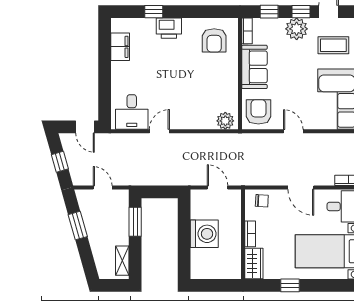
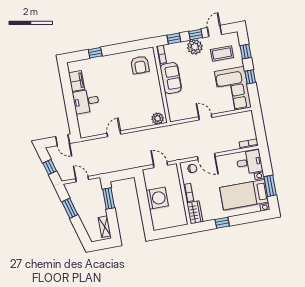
printer: (169, 28) -> (108, 62), removed
desk: (132, 112) -> (86, 101), moved, turned 90
armchair: (258, 112) -> (179, 108), removed
door: (301, 187) -> (206, 157), moved

